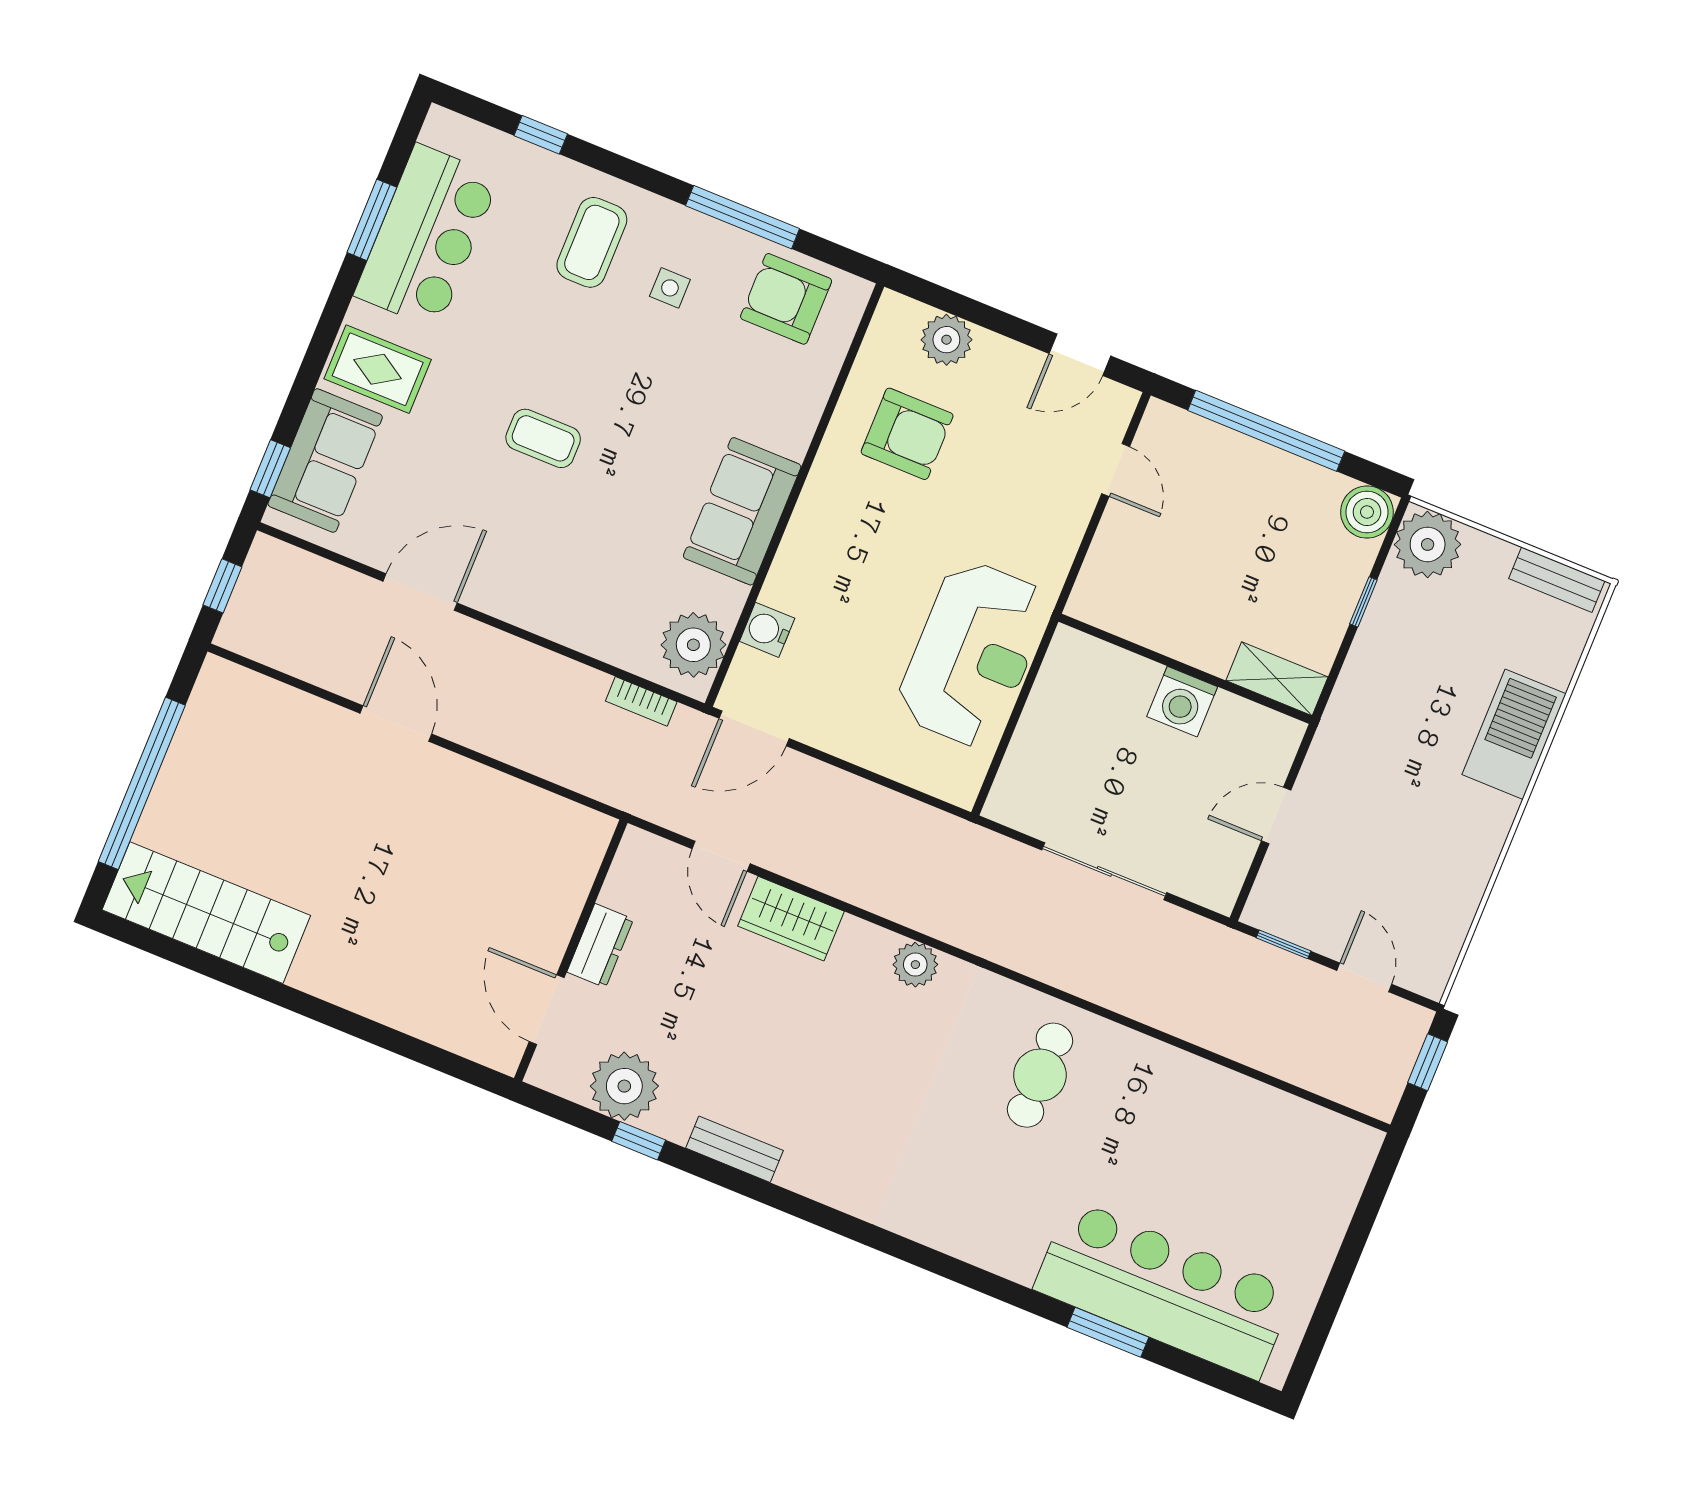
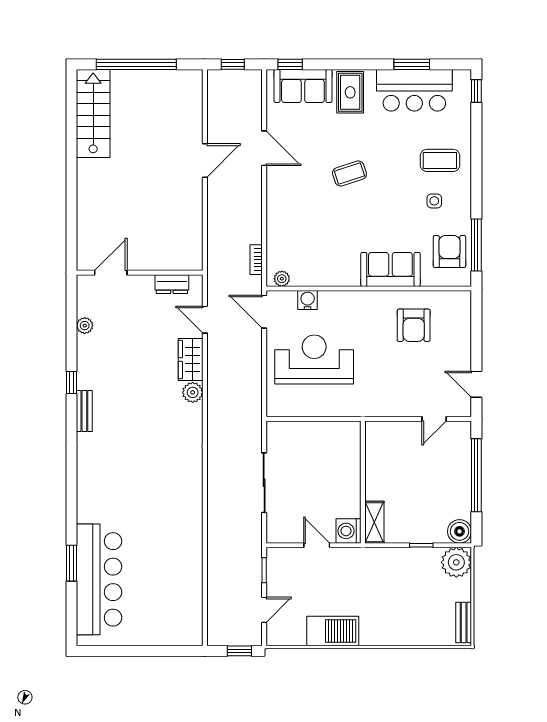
window: (541, 135) -> (476, 91), moved
window: (743, 217) -> (476, 245), moved
plant: (946, 340) -> (460, 326), removed
coffee table: (543, 438) -> (349, 174), turned 72
sofa: (742, 511) -> (390, 269), moved
plant: (693, 645) -> (282, 279), width x0.53, depth x0.53
reception desk: (973, 654) -> (314, 360), moved, turned 180
washing machine: (1182, 702) -> (348, 531), moved
barbecue: (1514, 734) -> (333, 631), moved
door: (721, 856) -> (205, 320), hinge flipped
dresser: (600, 946) -> (172, 284), moved
plant: (915, 965) -> (193, 392), moved
cafe table: (1040, 1075) -> (168, 491), removed
plant: (624, 1086) -> (85, 326), width x0.53, depth x0.53
window: (639, 1141) -> (71, 382), moved
bench: (735, 1149) -> (84, 411), moved

